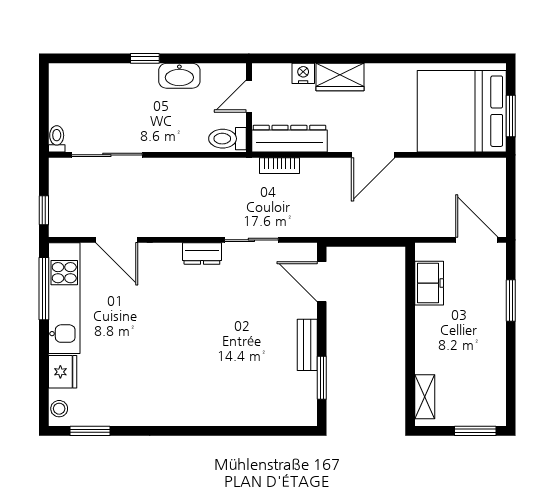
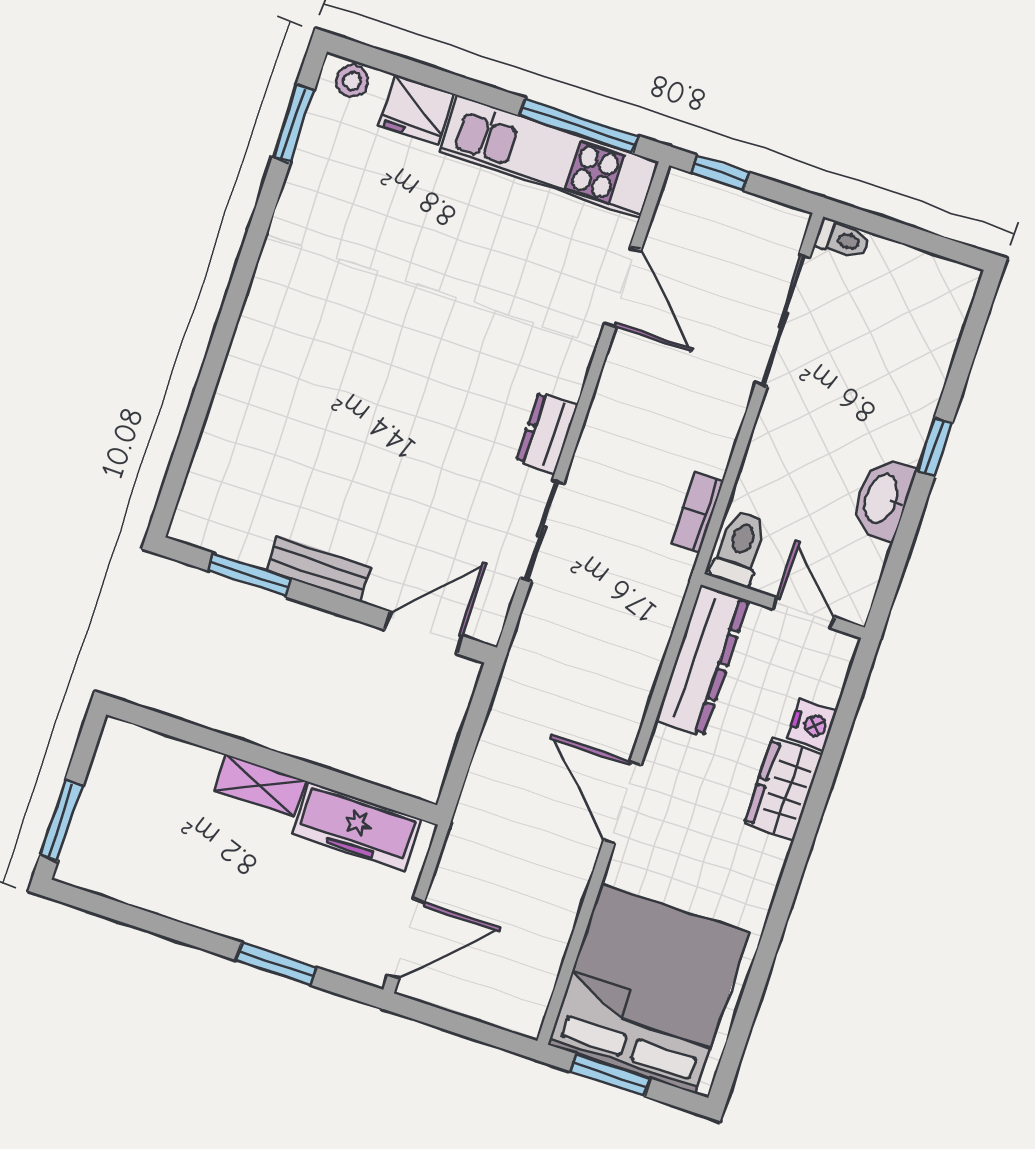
bookcase: (280, 166) -> (697, 512), moved
door: (117, 240) -> (623, 287), swing flipped
freezer: (429, 283) -> (357, 826), width x1.40
shelving: (425, 397) -> (260, 786), moved

